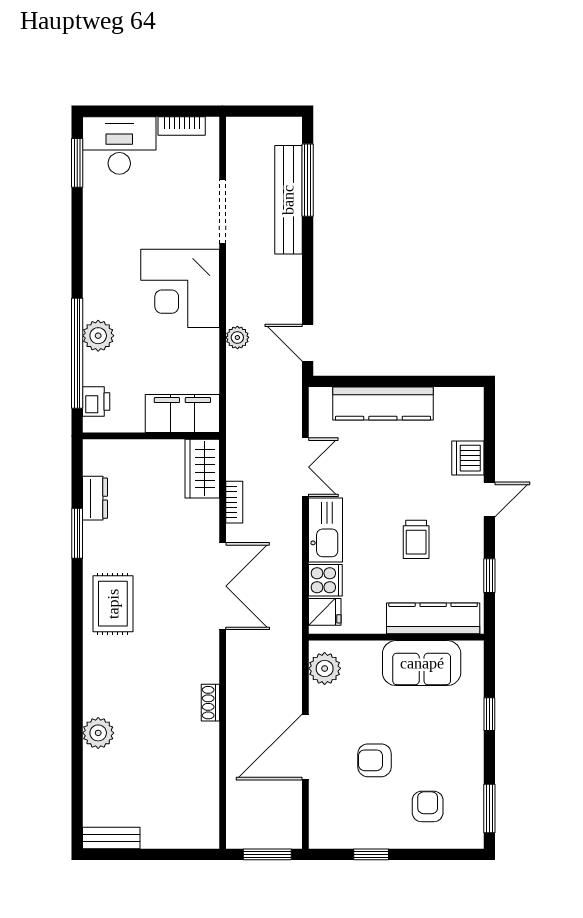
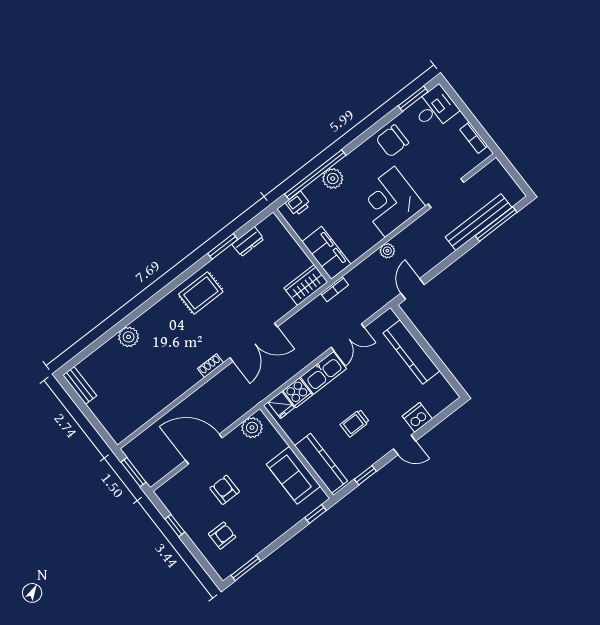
desk: (119, 145) -> (435, 108), width x0.73
chair: (109, 228) -> (392, 141), added
bookcase: (234, 502) -> (335, 289), moved
shoe rack: (210, 703) -> (210, 366), moved
window: (489, 714) -> (316, 514), moved

